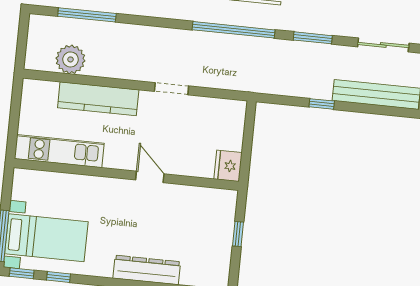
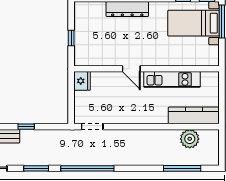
doorway: (171, 89) -> (92, 127), moved
kitchen counter: (98, 99) -> (194, 115), moved
kitchen unit: (59, 151) -> (172, 79), moved

